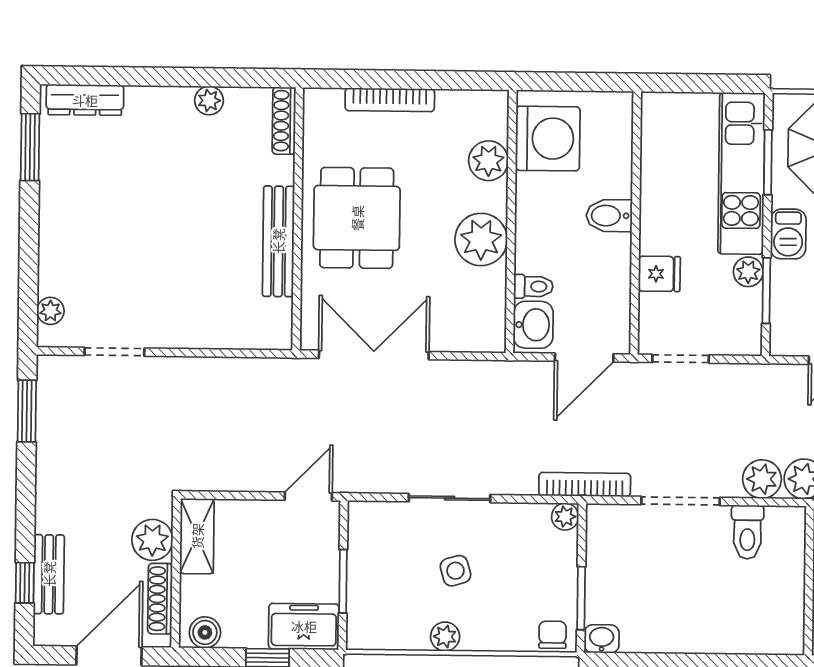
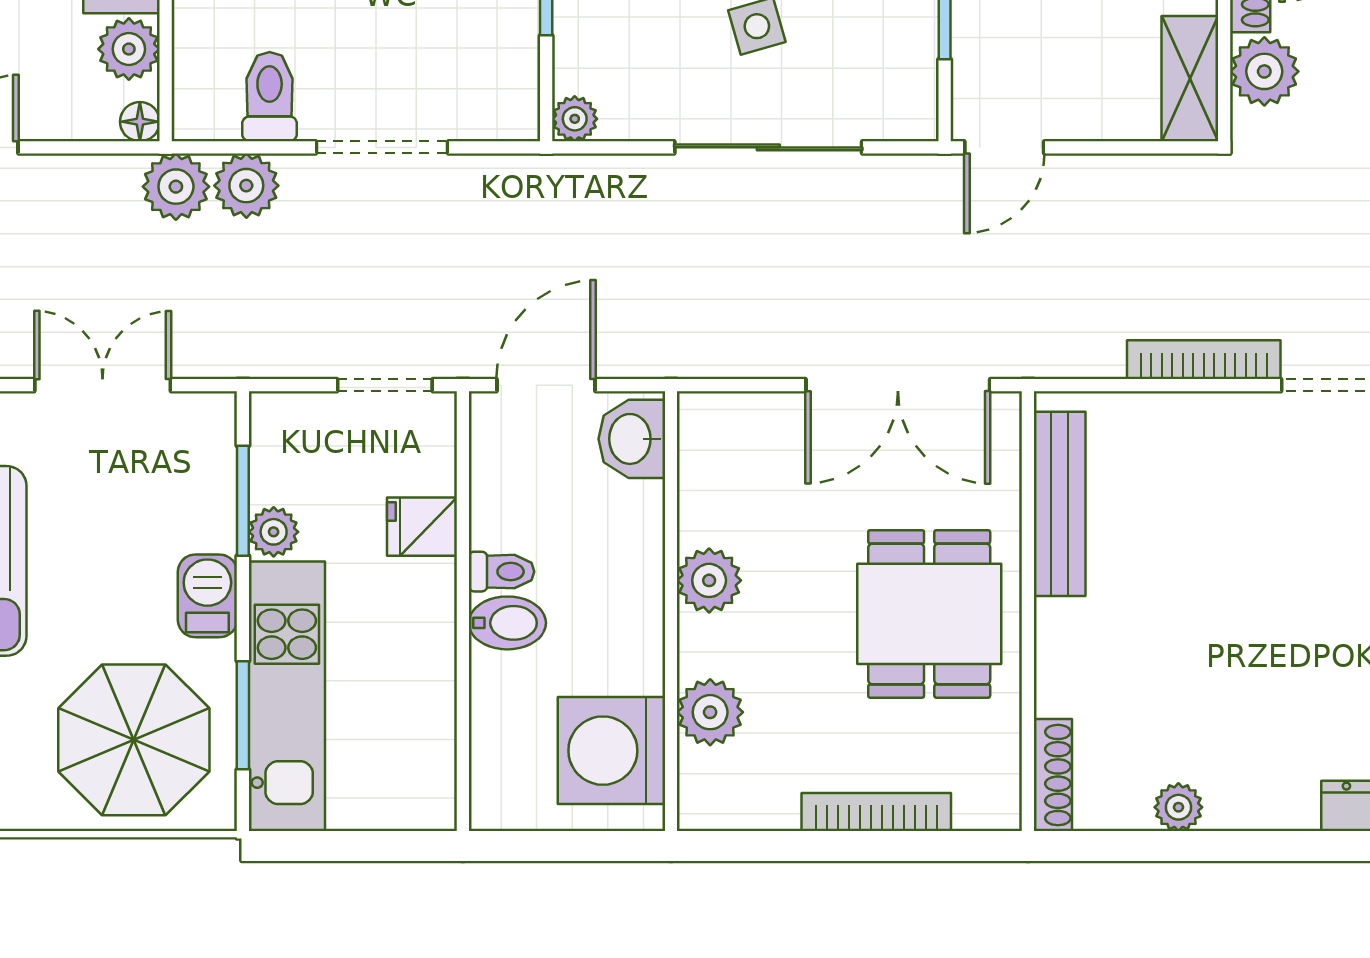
plant: (481, 239) -> (709, 580), width x0.73, depth x0.73
bench: (278, 241) -> (1060, 504), moved
toilet: (533, 286) -> (501, 572), moved, turned 180
bookcase: (585, 484) -> (1204, 360), moved, turned 180
sliding door: (450, 498) -> (768, 147), width x1.37

